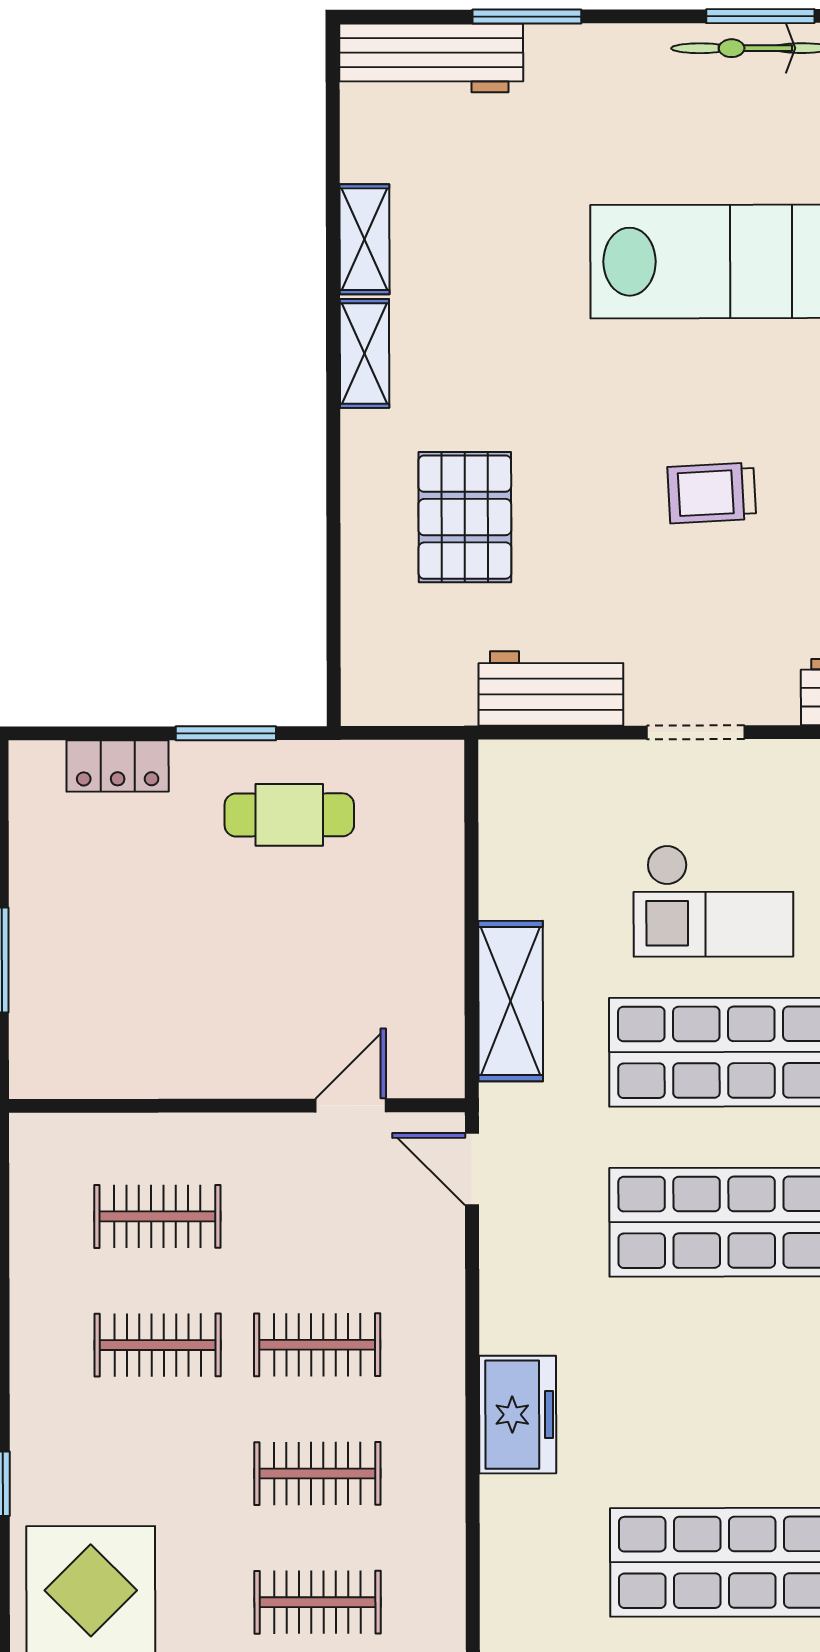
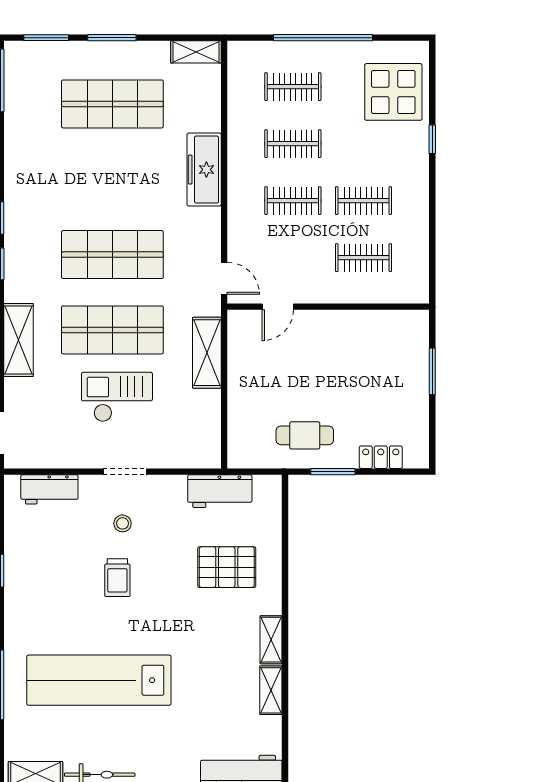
trolley: (712, 493) -> (117, 578), turned 93
pallet: (465, 517) -> (227, 567), turned 90
stool: (700, 615) -> (123, 523), added
workbench: (551, 688) -> (220, 491), moved
freezer: (518, 1415) -> (204, 170), width x1.40

